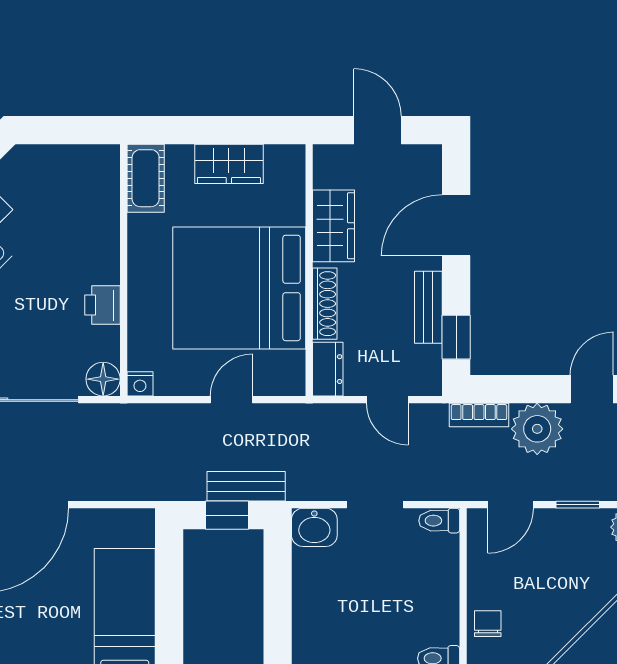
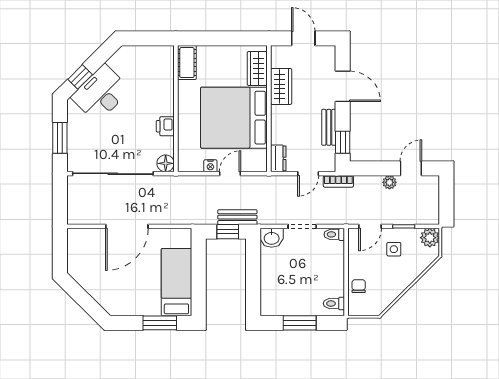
wardrobe: (229, 164) -> (257, 68), moved, turned 90
door: (456, 225) -> (343, 86), swing flipped
shoe rack: (325, 304) -> (277, 125), removed
nightstand: (140, 384) -> (210, 166), moved
door: (387, 400) -> (308, 174), hinge flipped
bookcase: (479, 415) -> (338, 181), moved
plant: (537, 429) -> (390, 182), width x0.53, depth x0.53
side table: (558, 550) -> (394, 249), added

